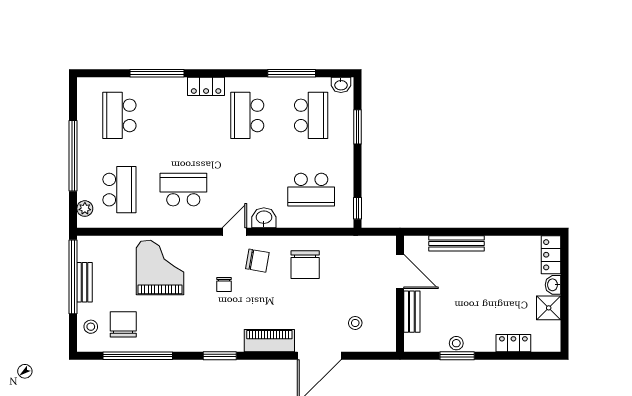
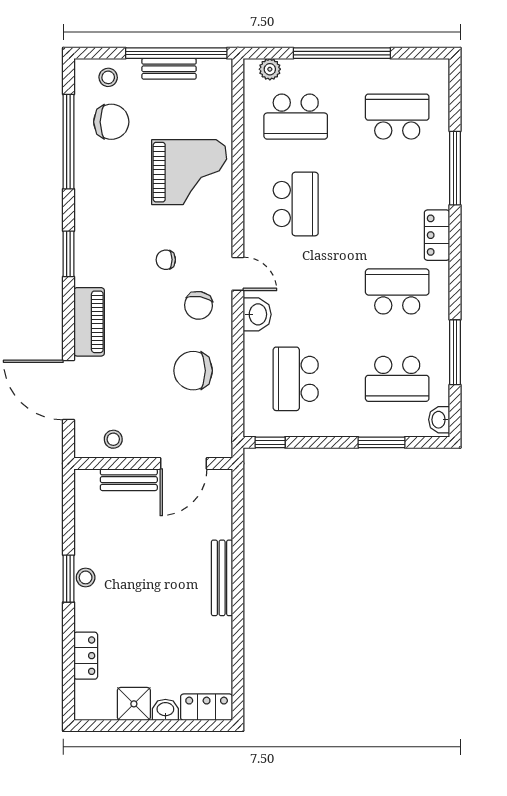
door: (400, 272) -> (184, 463), moved
wall: (400, 294) -> (153, 463), moved
bench: (412, 312) -> (129, 480), moved

